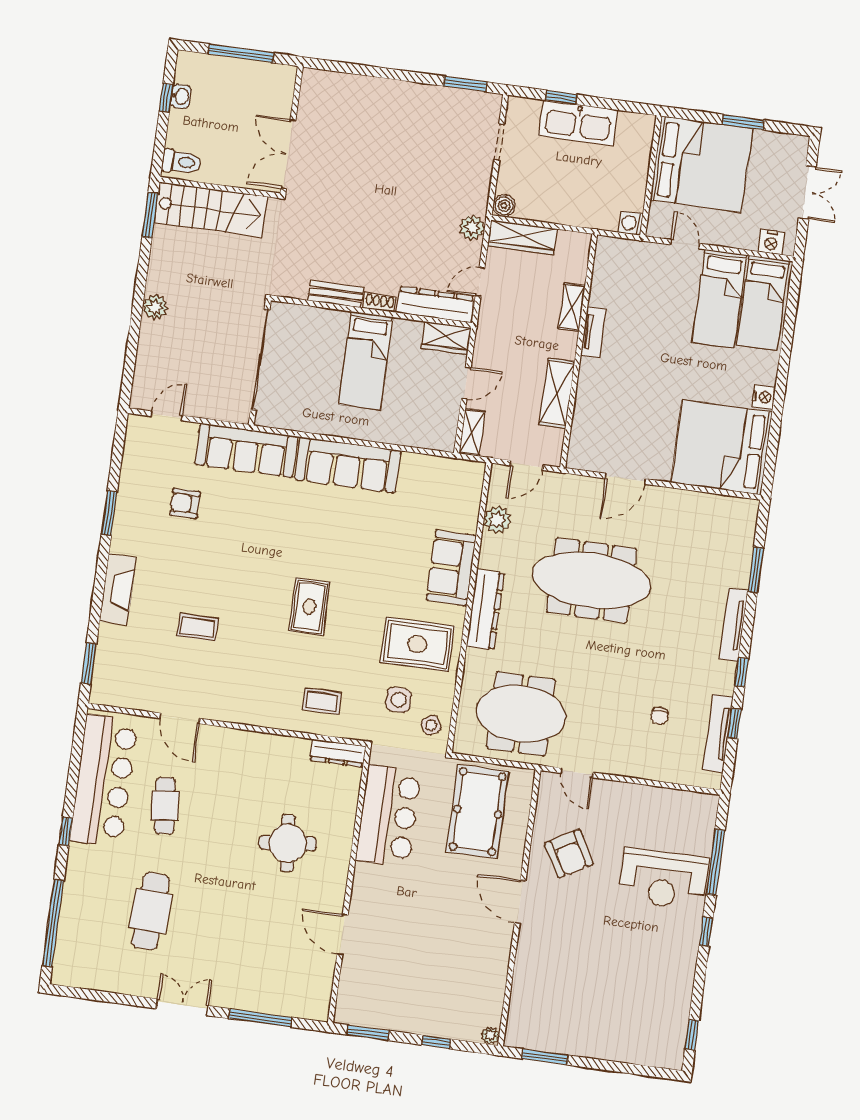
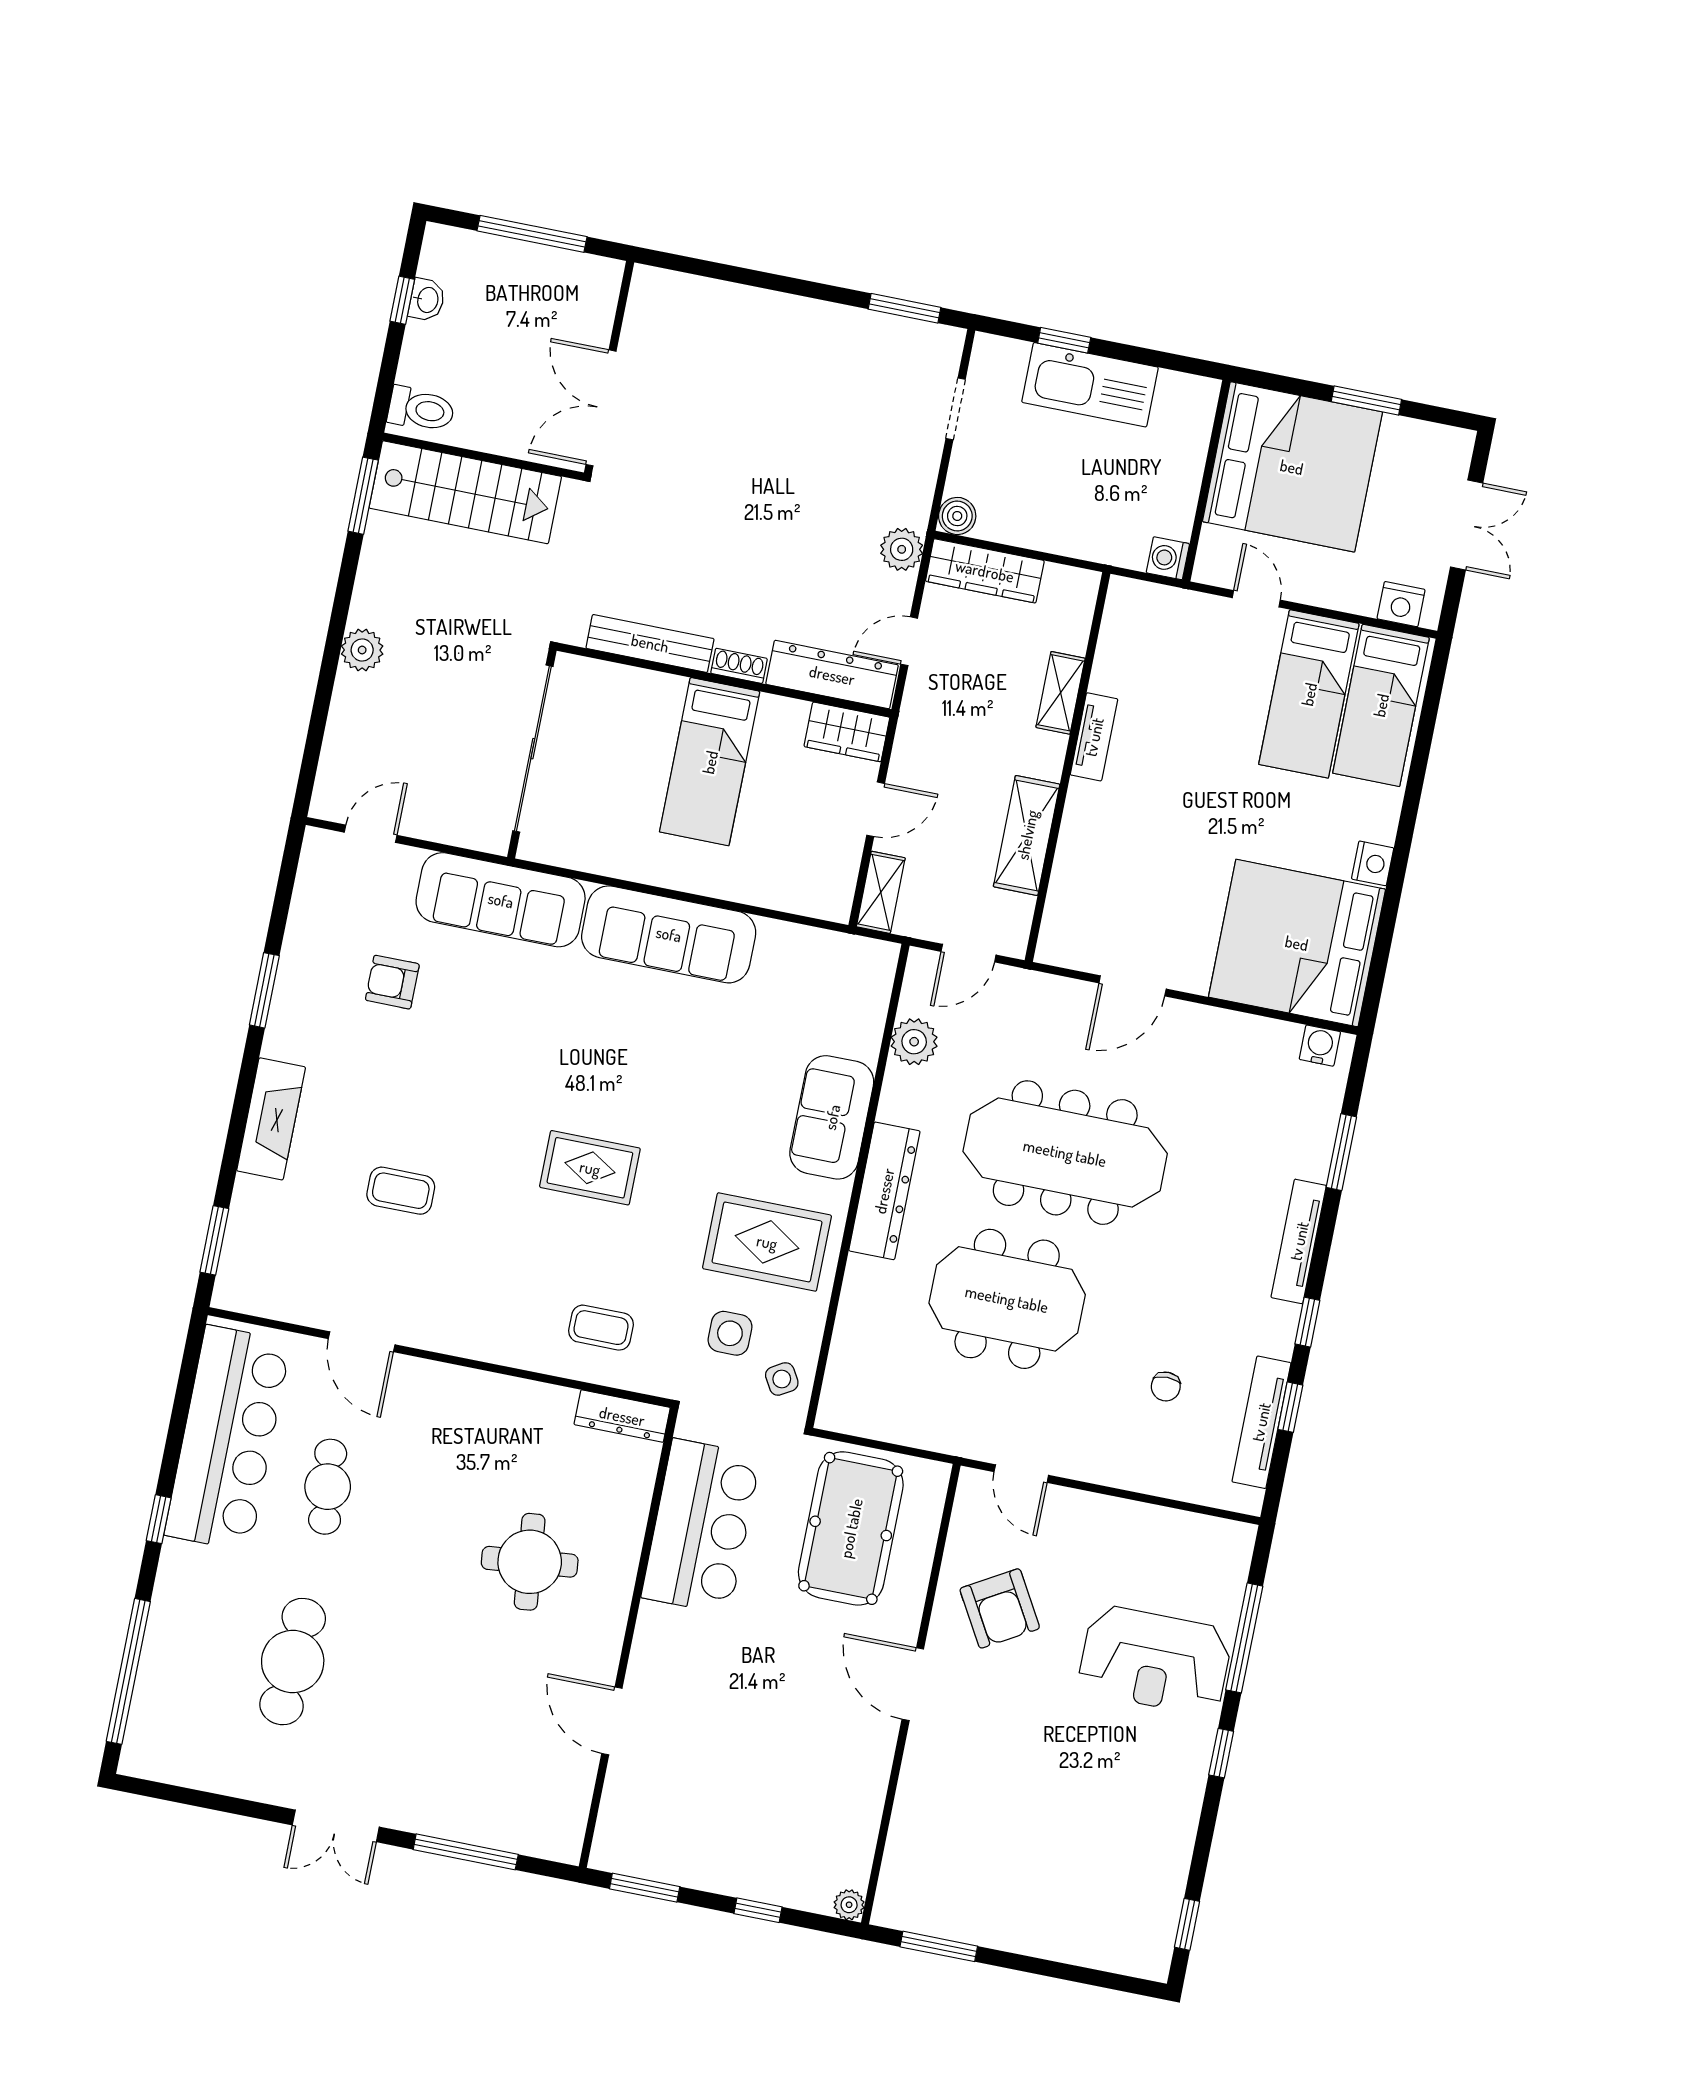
bench: (336, 294) -> (650, 643), width x1.36
water cooler: (739, 507) -> (1320, 1046), added
rug: (309, 607) -> (590, 1168), turned 90
meeting table: (521, 714) -> (1007, 1299), moved
double door: (182, 1007) -> (336, 1826), swing flipped

